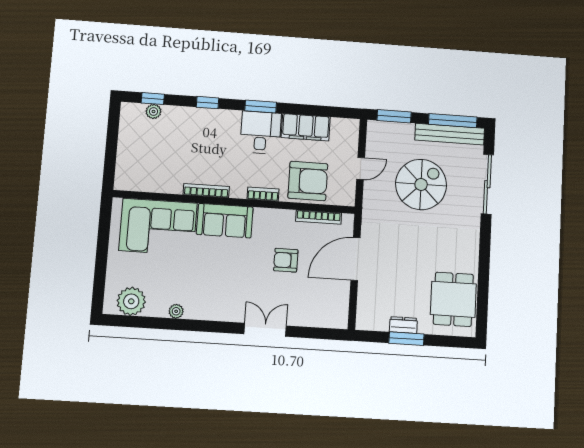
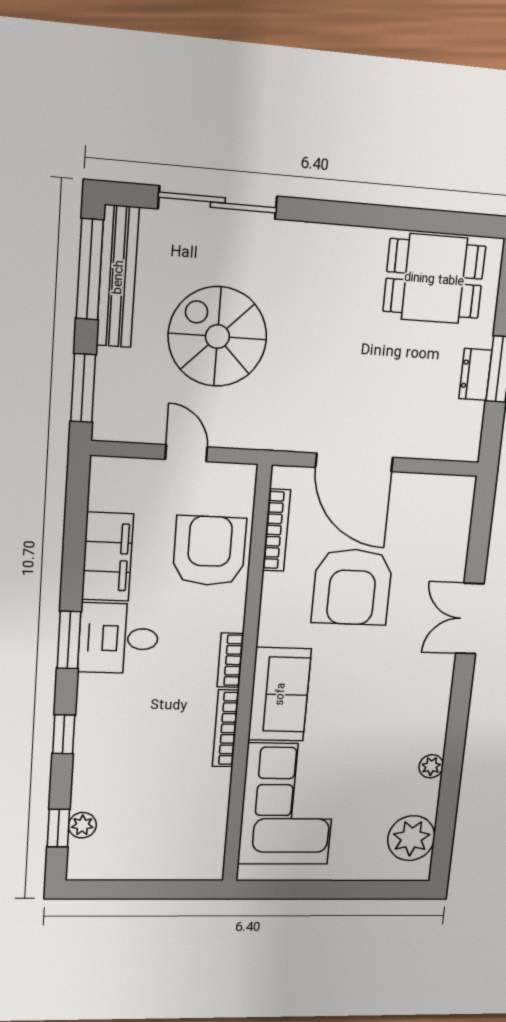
bookcase: (263, 194) -> (230, 660), moved
armchair: (286, 260) -> (352, 587), width x1.88, depth x1.88

